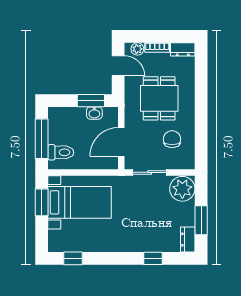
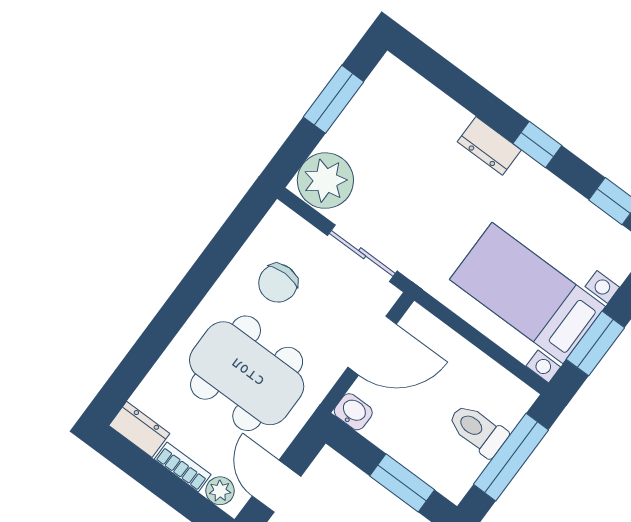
dining table: (159, 98) -> (247, 373), width x1.38
window: (91, 101) -> (402, 483), moved
washbasin: (94, 113) -> (353, 412), moved
toilet: (61, 152) -> (478, 430), moved
dresser: (188, 240) -> (489, 146), moved, turned 90
window: (153, 258) -> (537, 145), moved

